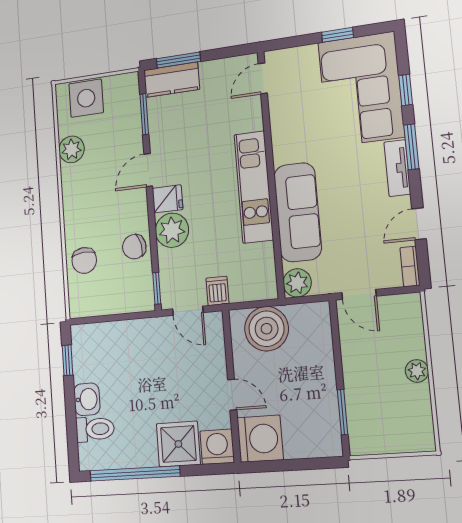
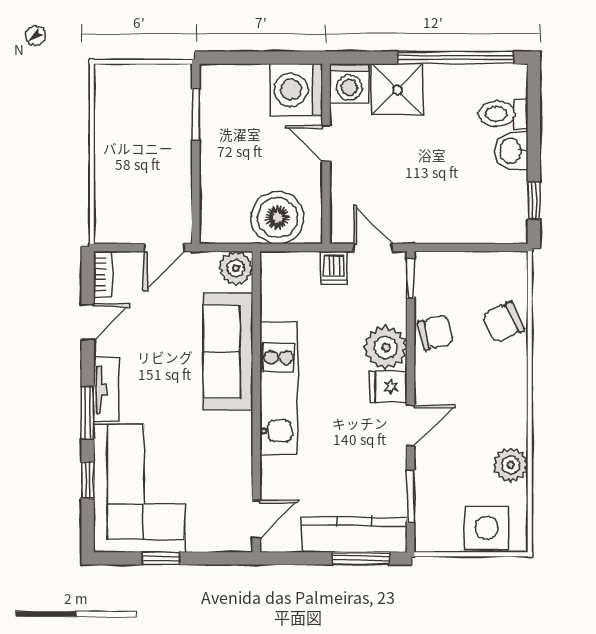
kitchen counter: (172, 80) -> (354, 535), width x1.50
chair: (84, 260) -> (503, 322), turned -111
door: (359, 294) -> (164, 248), swing flipped
plant: (417, 371) -> (107, 155), removed

